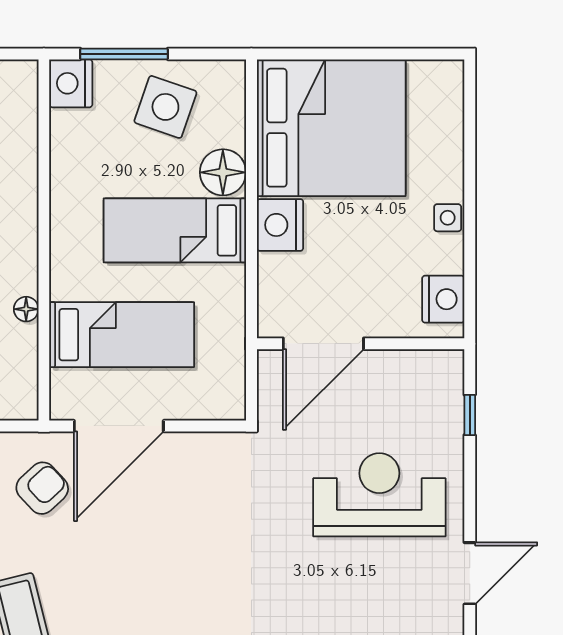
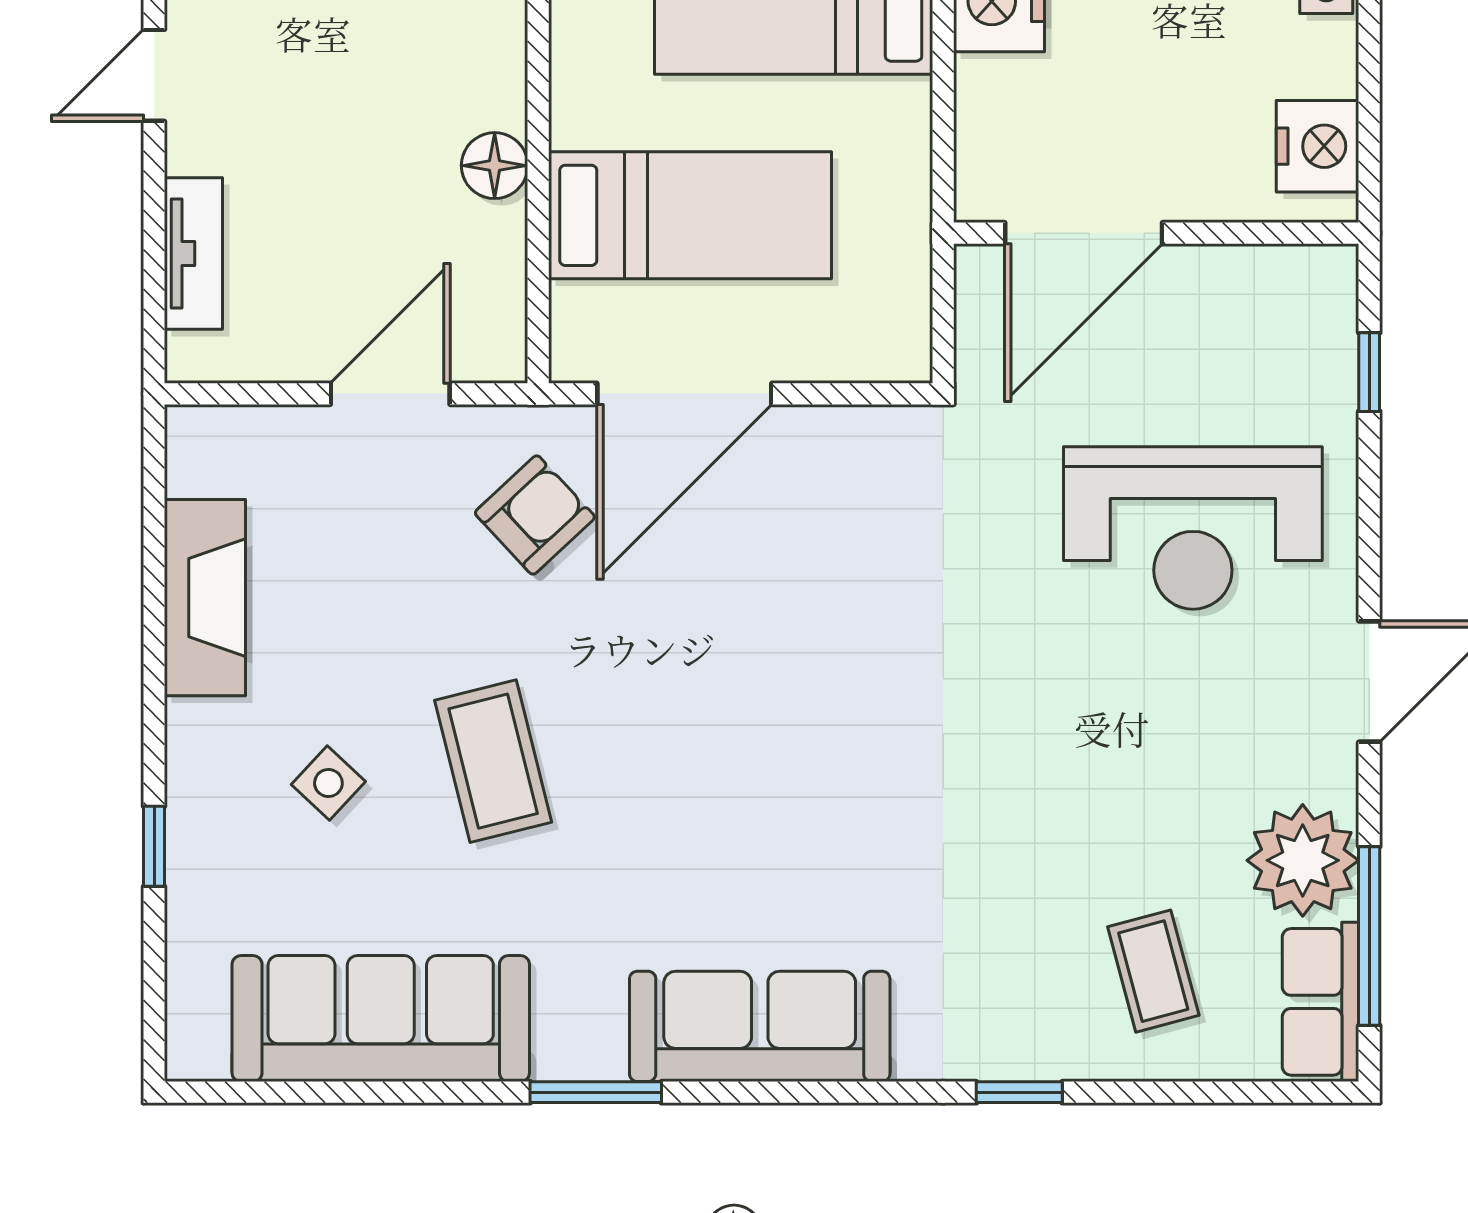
floor lamp: (26, 309) -> (495, 166), width x1.37, depth x1.37
reception desk: (379, 495) -> (1193, 528), turned 180

